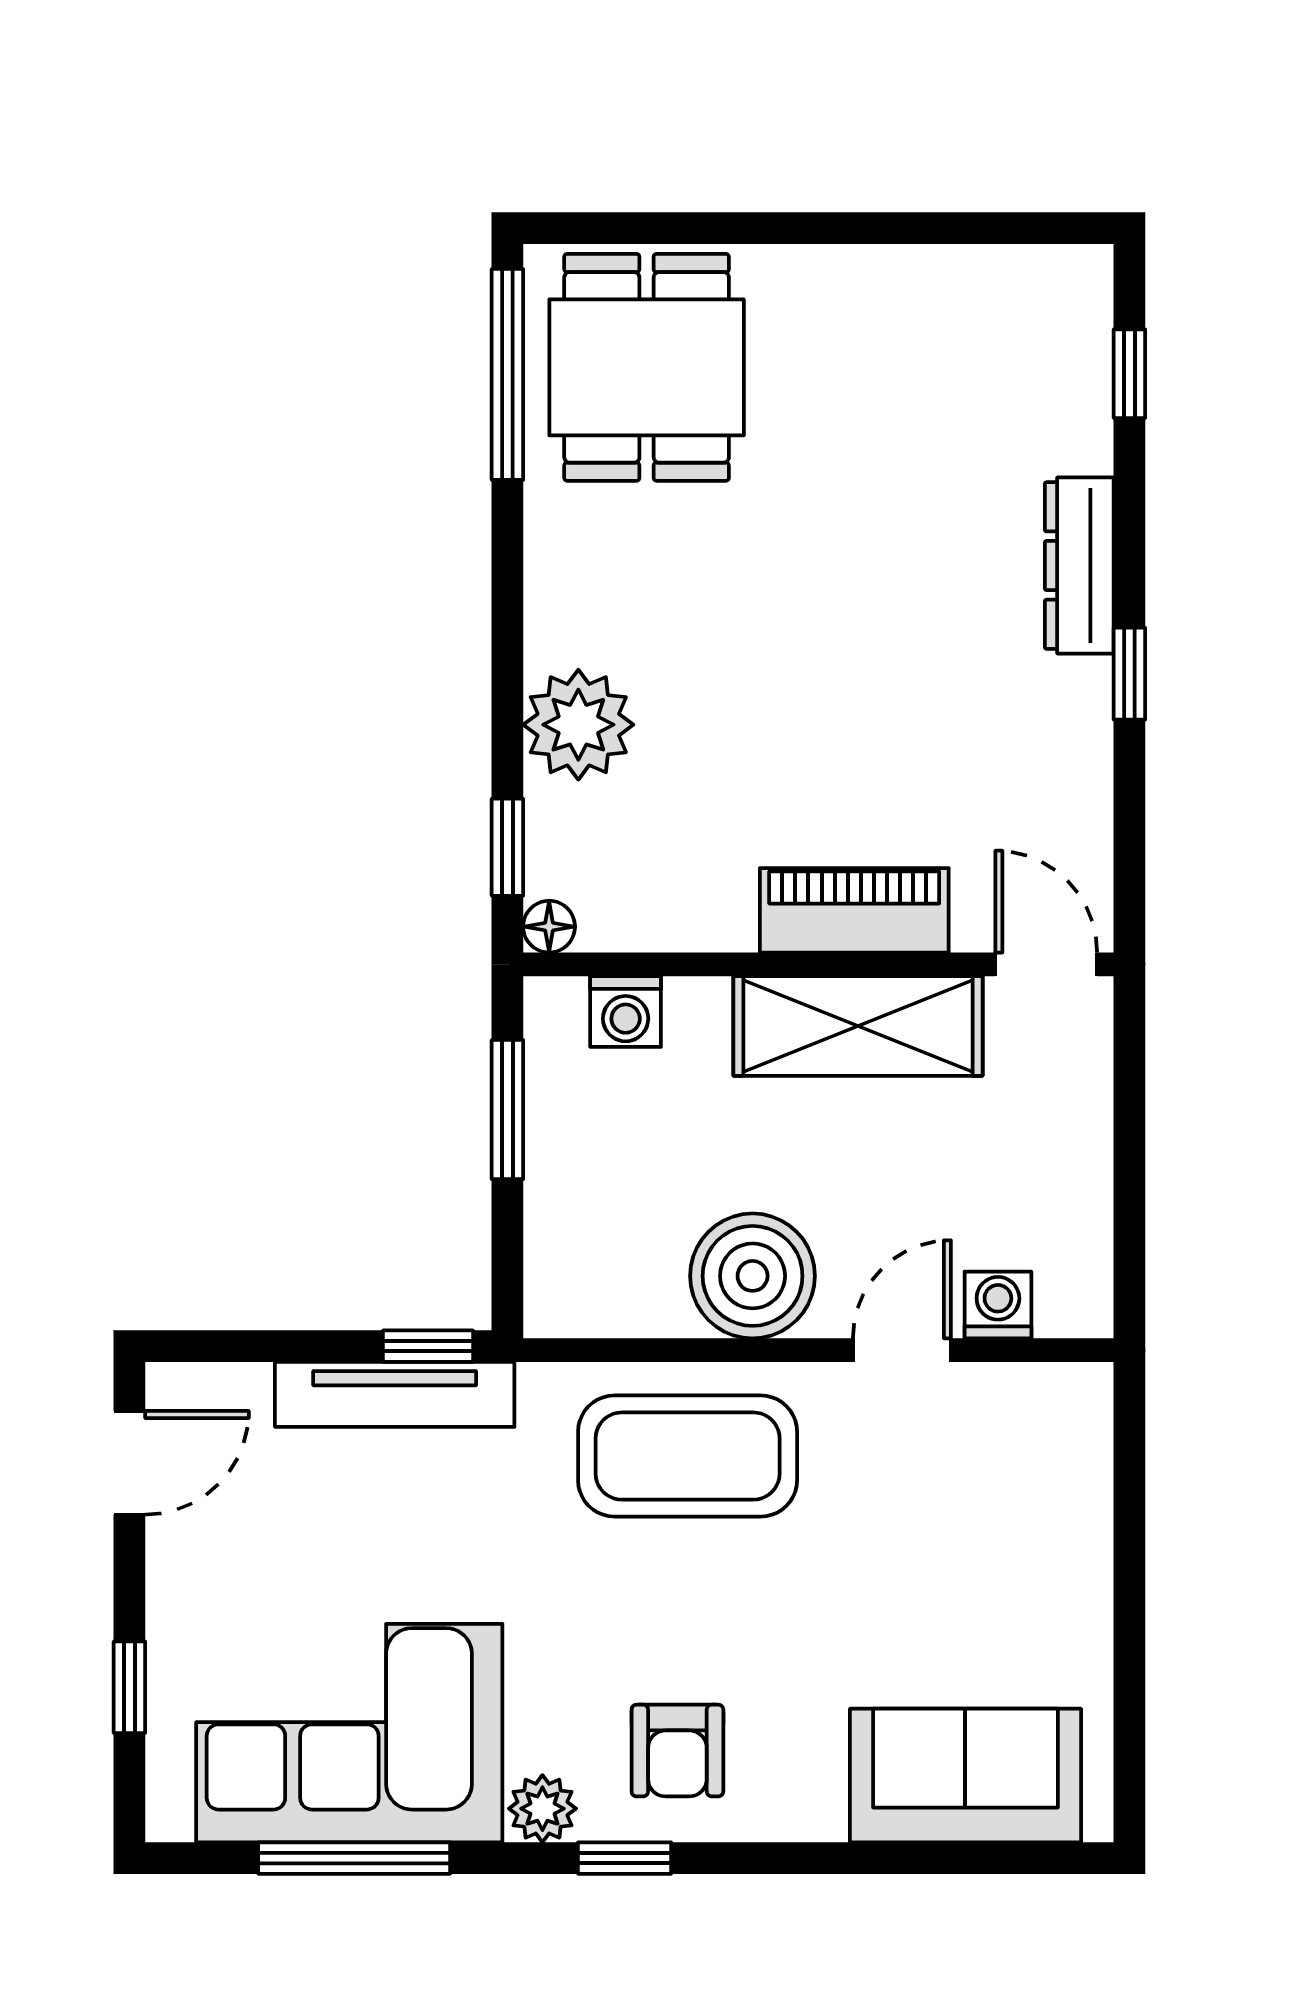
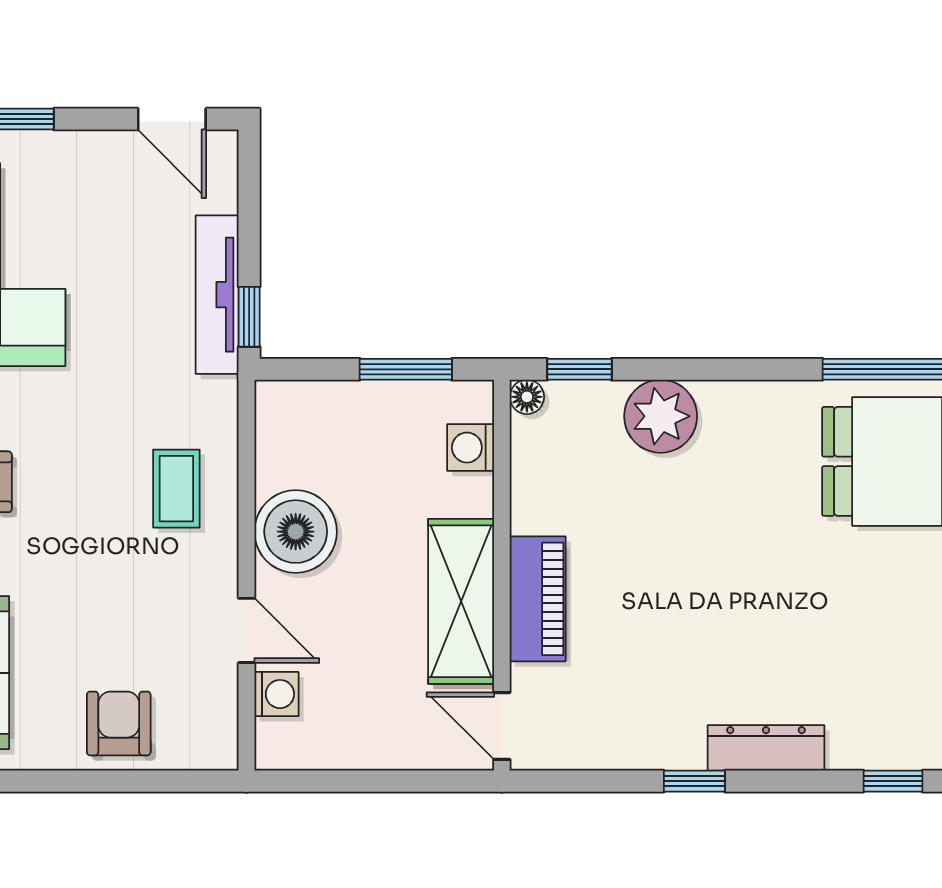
door: (1046, 964) -> (502, 726), swing flipped
coffee table: (688, 1456) -> (176, 489), width x0.54, depth x0.58
armchair: (1042, 1543) -> (119, 723), added

